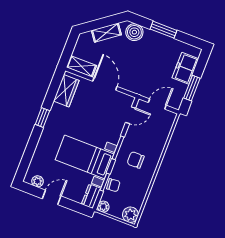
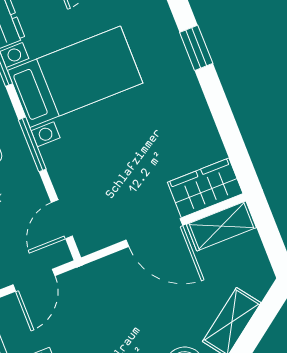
wardrobe: (66, 91) -> (205, 188), moved, turned 90
window: (42, 118) -> (196, 48), moved

